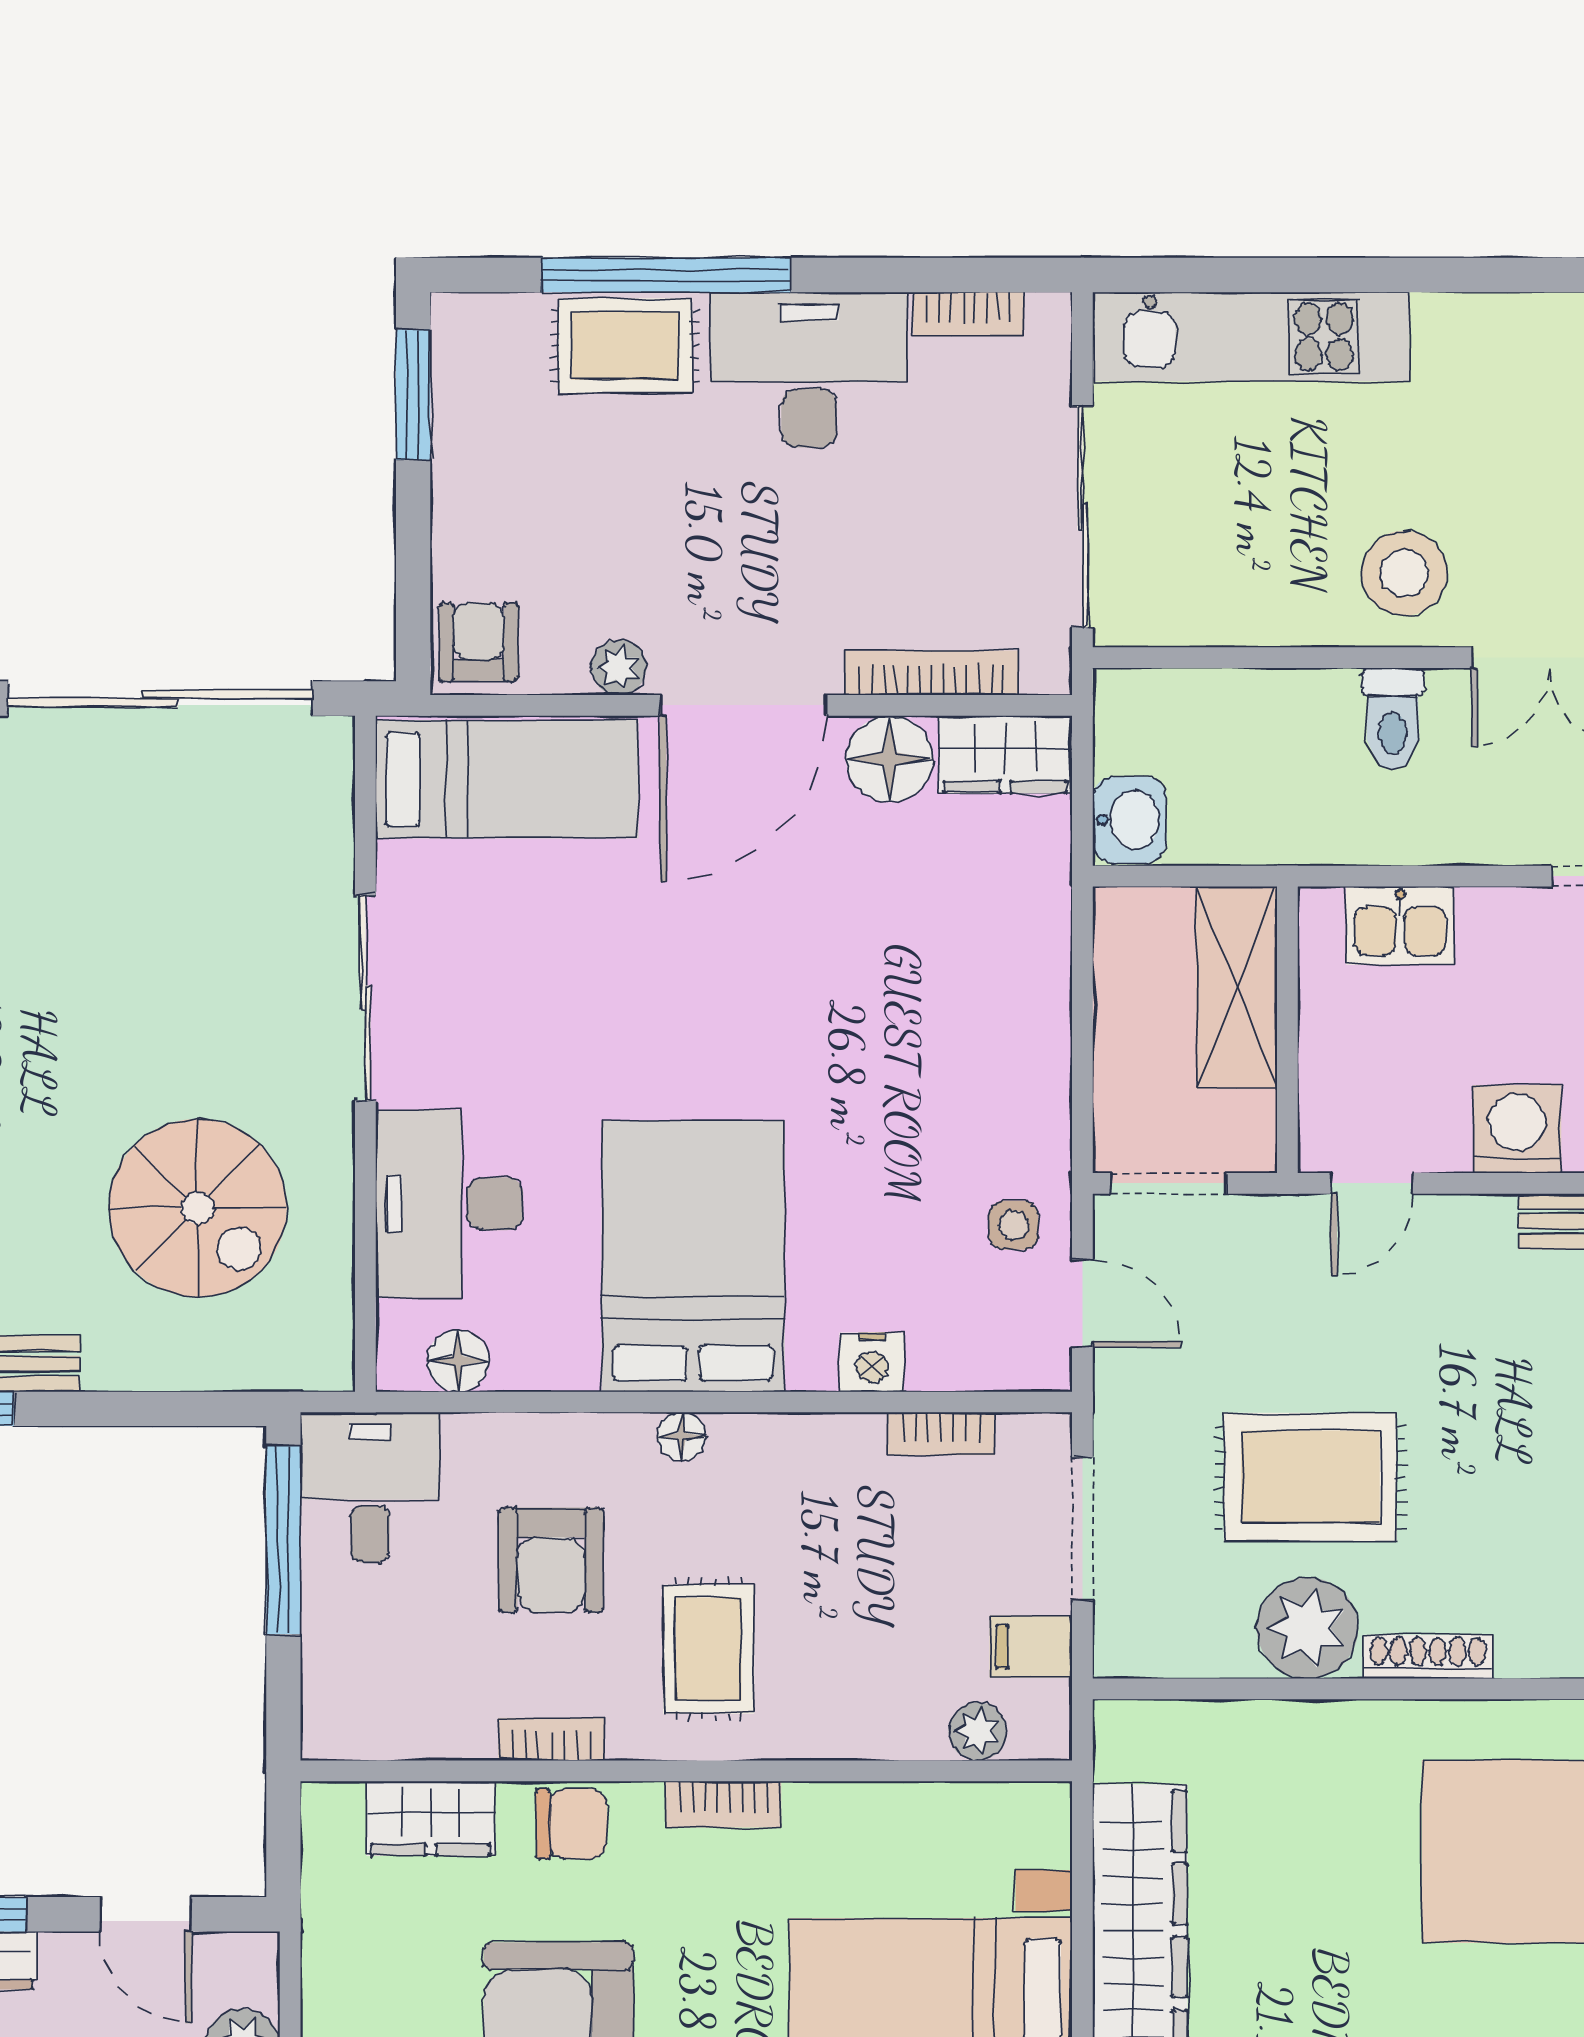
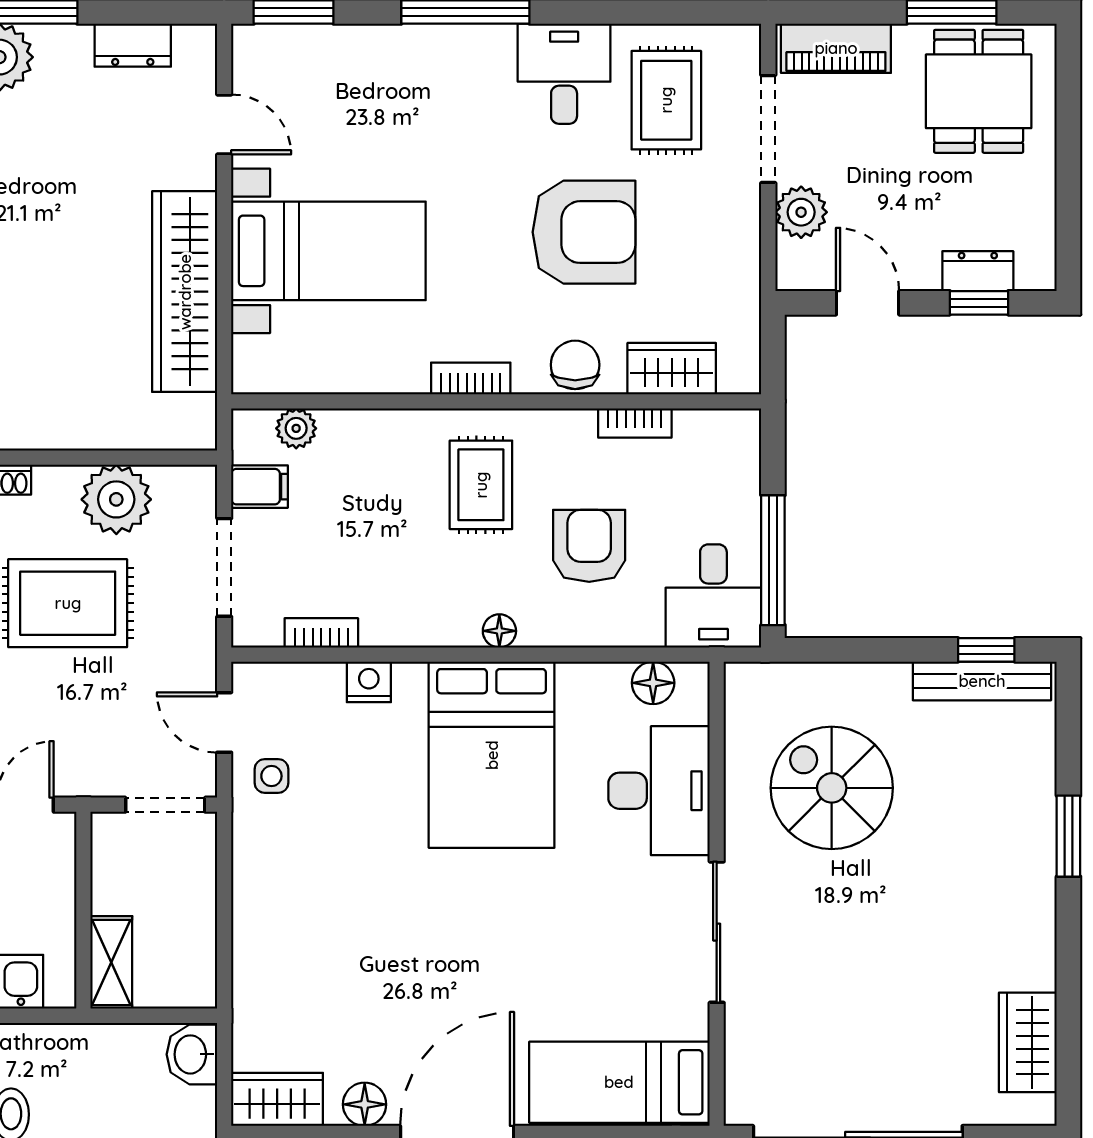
floor lamp: (890, 759) -> (365, 1104), width x0.73, depth x0.73
shelving: (1237, 987) -> (111, 962), width x0.67, depth x0.75
plant: (1307, 1628) -> (116, 499), moved
bookcase: (552, 1739) -> (635, 423), moved
chair: (571, 1824) -> (575, 365), turned 90

